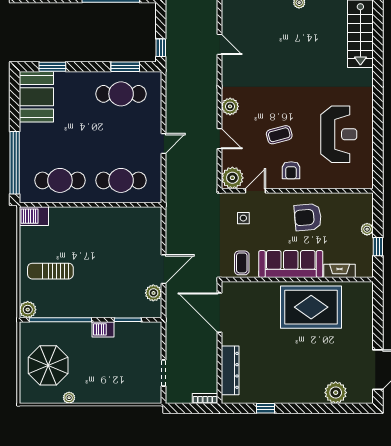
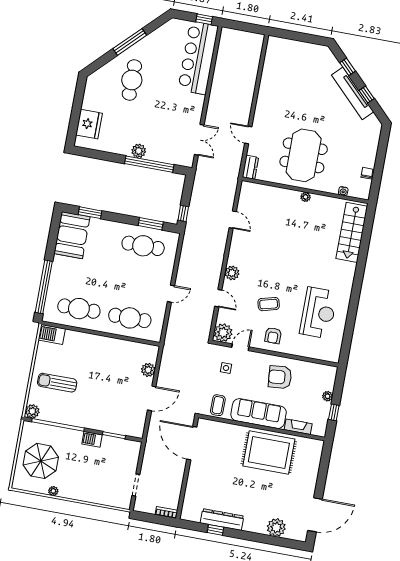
plant: (153, 293) -> (148, 370), moved
dresser: (230, 370) -> (222, 520), moved, turned -90

